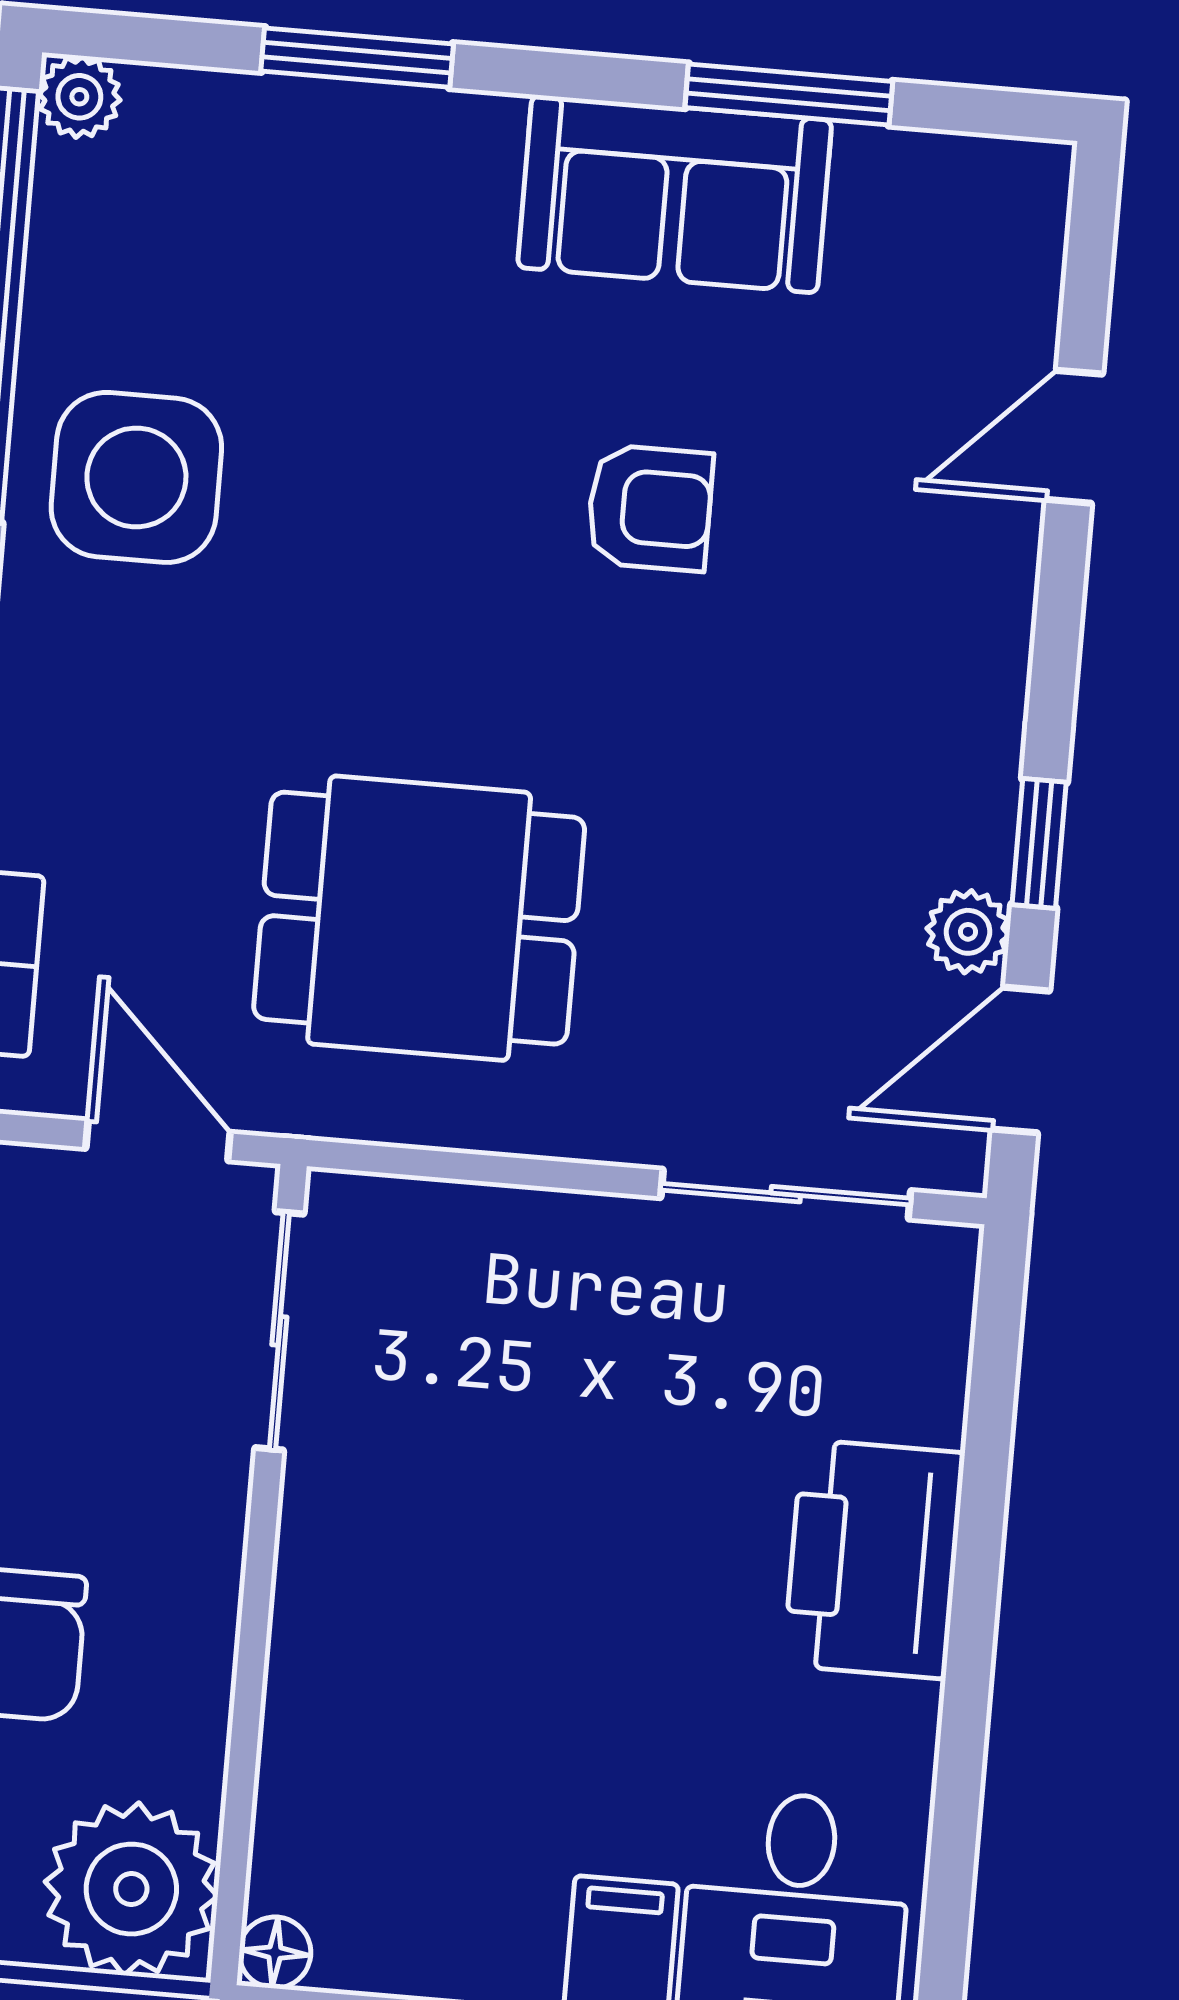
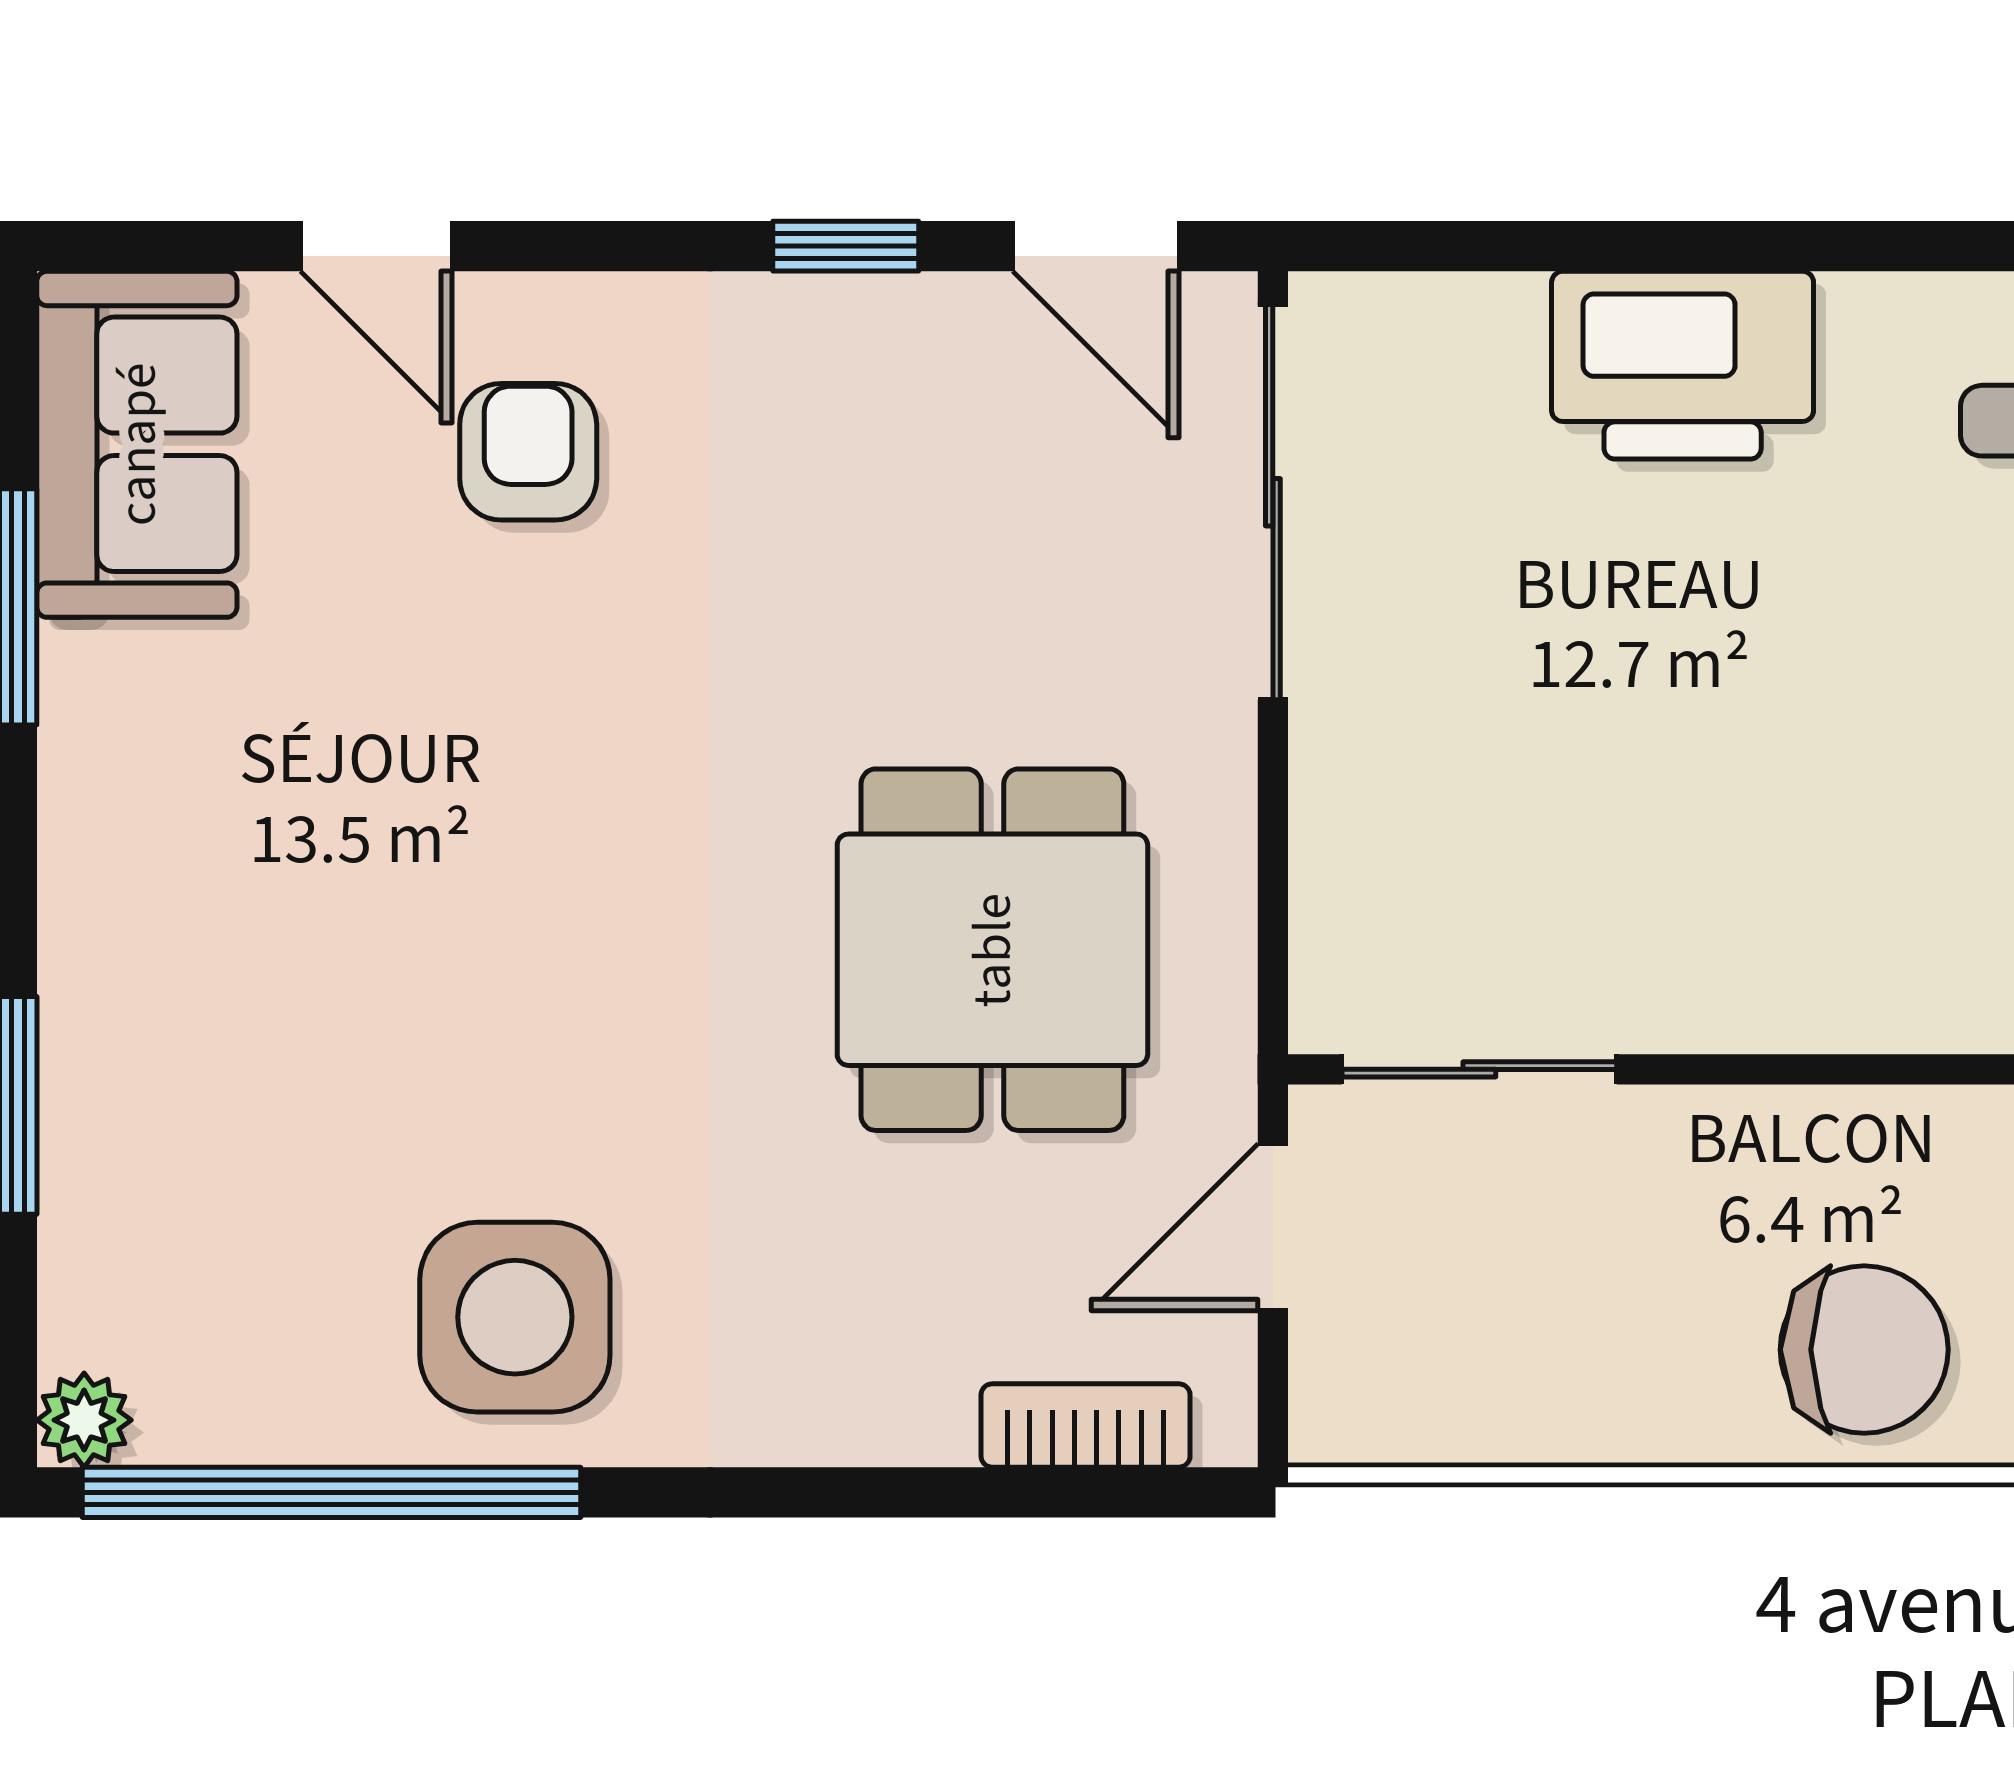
sofa: (675, 194) -> (137, 444), moved
armchair: (650, 508) -> (528, 452), moved
plant: (968, 932) -> (954, 319), removed
sliding door: (786, 1194) -> (1273, 502), width x1.37

